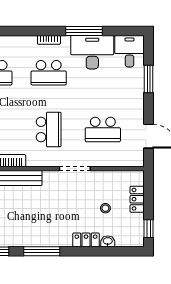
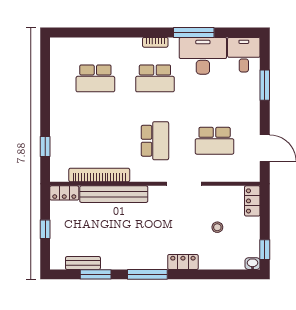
locker: (137, 199) -> (252, 201), moved
locker: (86, 240) -> (183, 262), moved
washbasin: (108, 241) -> (253, 264), moved

